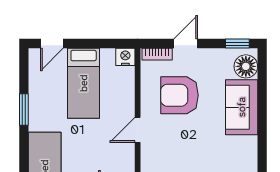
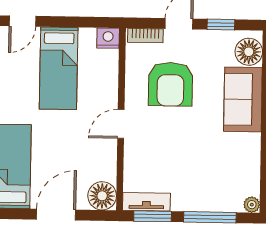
window: (237, 44) -> (221, 25), moved
armchair: (179, 95) -> (171, 84), turned -90

